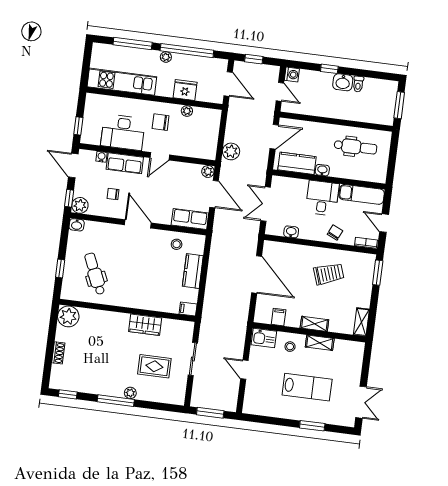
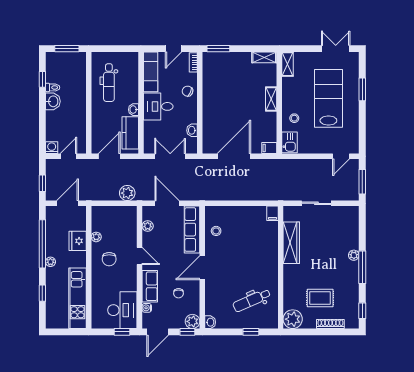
window: (133, 44) -> (42, 293), width x0.46
window: (329, 69) -> (42, 79), moved
desk: (123, 132) -> (122, 310), moved
door: (274, 137) -> (109, 156), hinge flipped
dental chair: (355, 147) -> (109, 83), turned 180
plant: (208, 171) -> (148, 226), moved
door: (214, 194) -> (167, 203), hinge flipped
double door: (266, 204) -> (170, 156), swing flipped
row of seats: (190, 219) -> (192, 230), width x1.48
kitchen counter: (193, 271) -> (238, 213), removed
trolley: (329, 274) -> (225, 92), removed
filing cabinet: (279, 317) -> (269, 148), moved
wardrobe: (145, 325) -> (291, 243), width x1.50
shelving: (320, 343) -> (287, 64), moved
shoe rack: (58, 353) -> (330, 324), width x1.43
rug: (154, 366) -> (320, 298), moved, turned 90
door: (244, 370) -> (341, 156), moved
lab bench: (307, 387) -> (328, 98), width x1.36, depth x1.39

